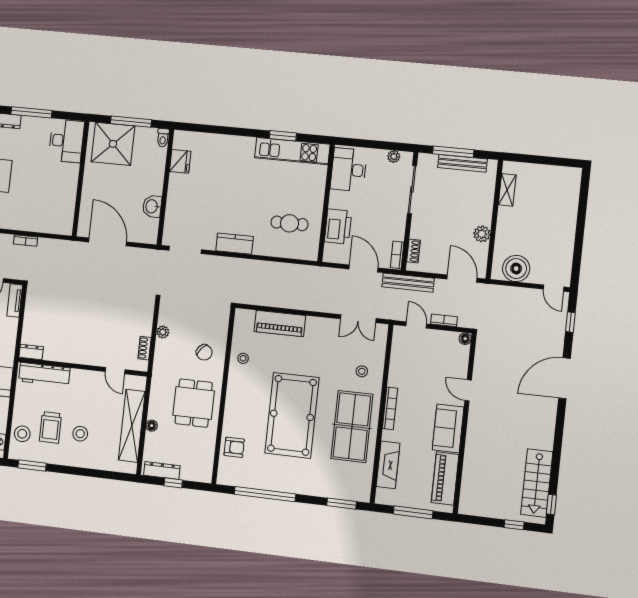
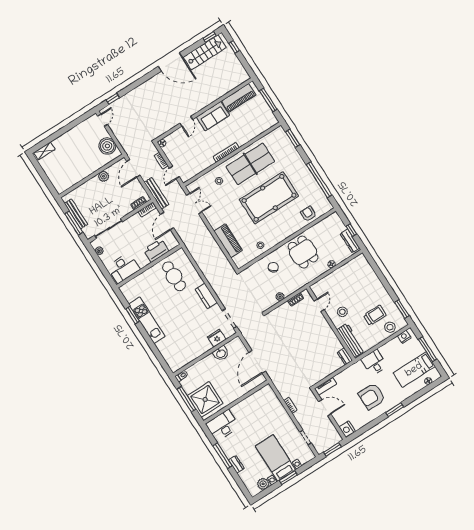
kitchen unit: (292, 151) -> (147, 320), moved
fridge: (180, 161) -> (217, 338), moved
shelving: (507, 190) -> (44, 151), moved
cafe table: (289, 223) -> (174, 276), width x1.37, depth x1.35
door: (565, 378) -> (170, 62), moved
dining table: (194, 403) -> (303, 252), turned 90
shelving: (132, 426) -> (340, 274), removed
stool: (80, 434) -> (342, 312), moved
fireplace: (388, 465) -> (255, 131), removed

